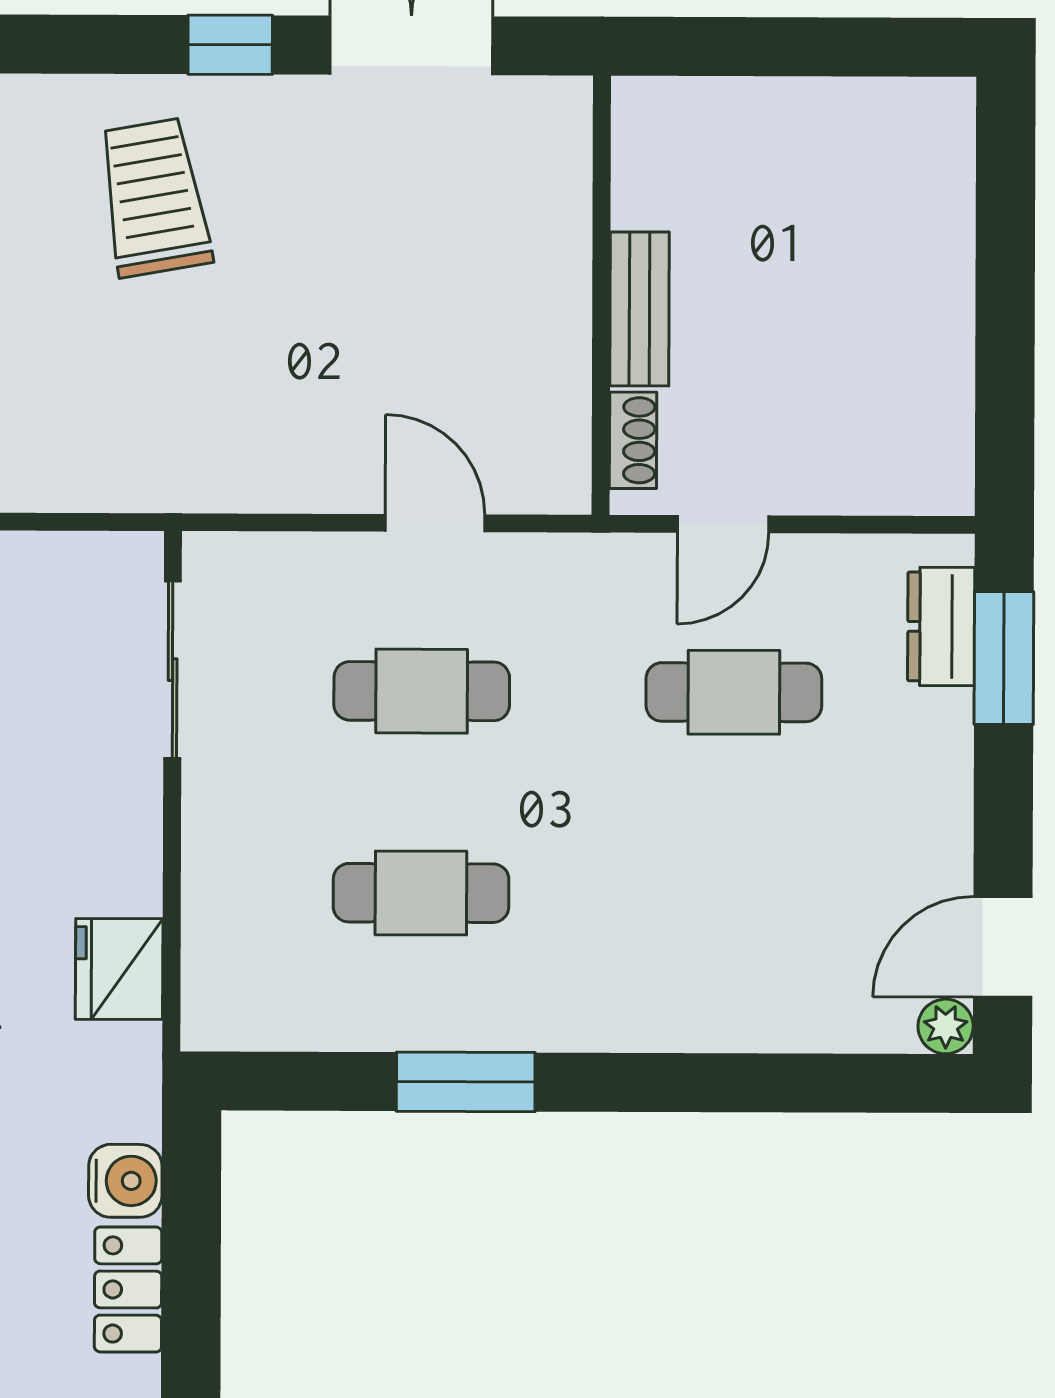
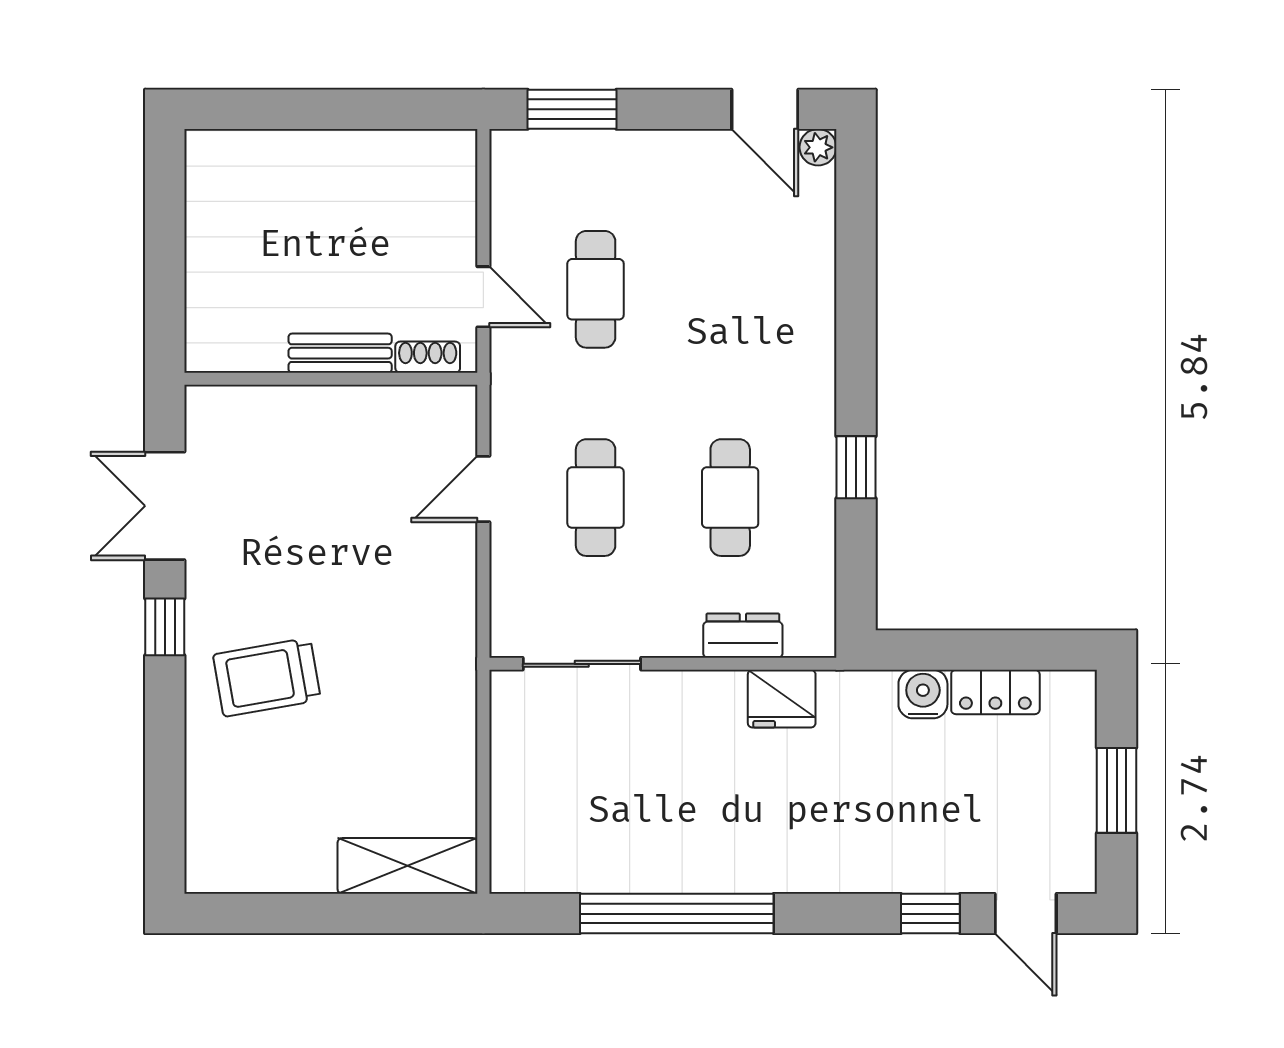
dresser: (941, 626) -> (743, 636), moved, turned 180
window: (466, 1082) -> (856, 467), width x0.67

